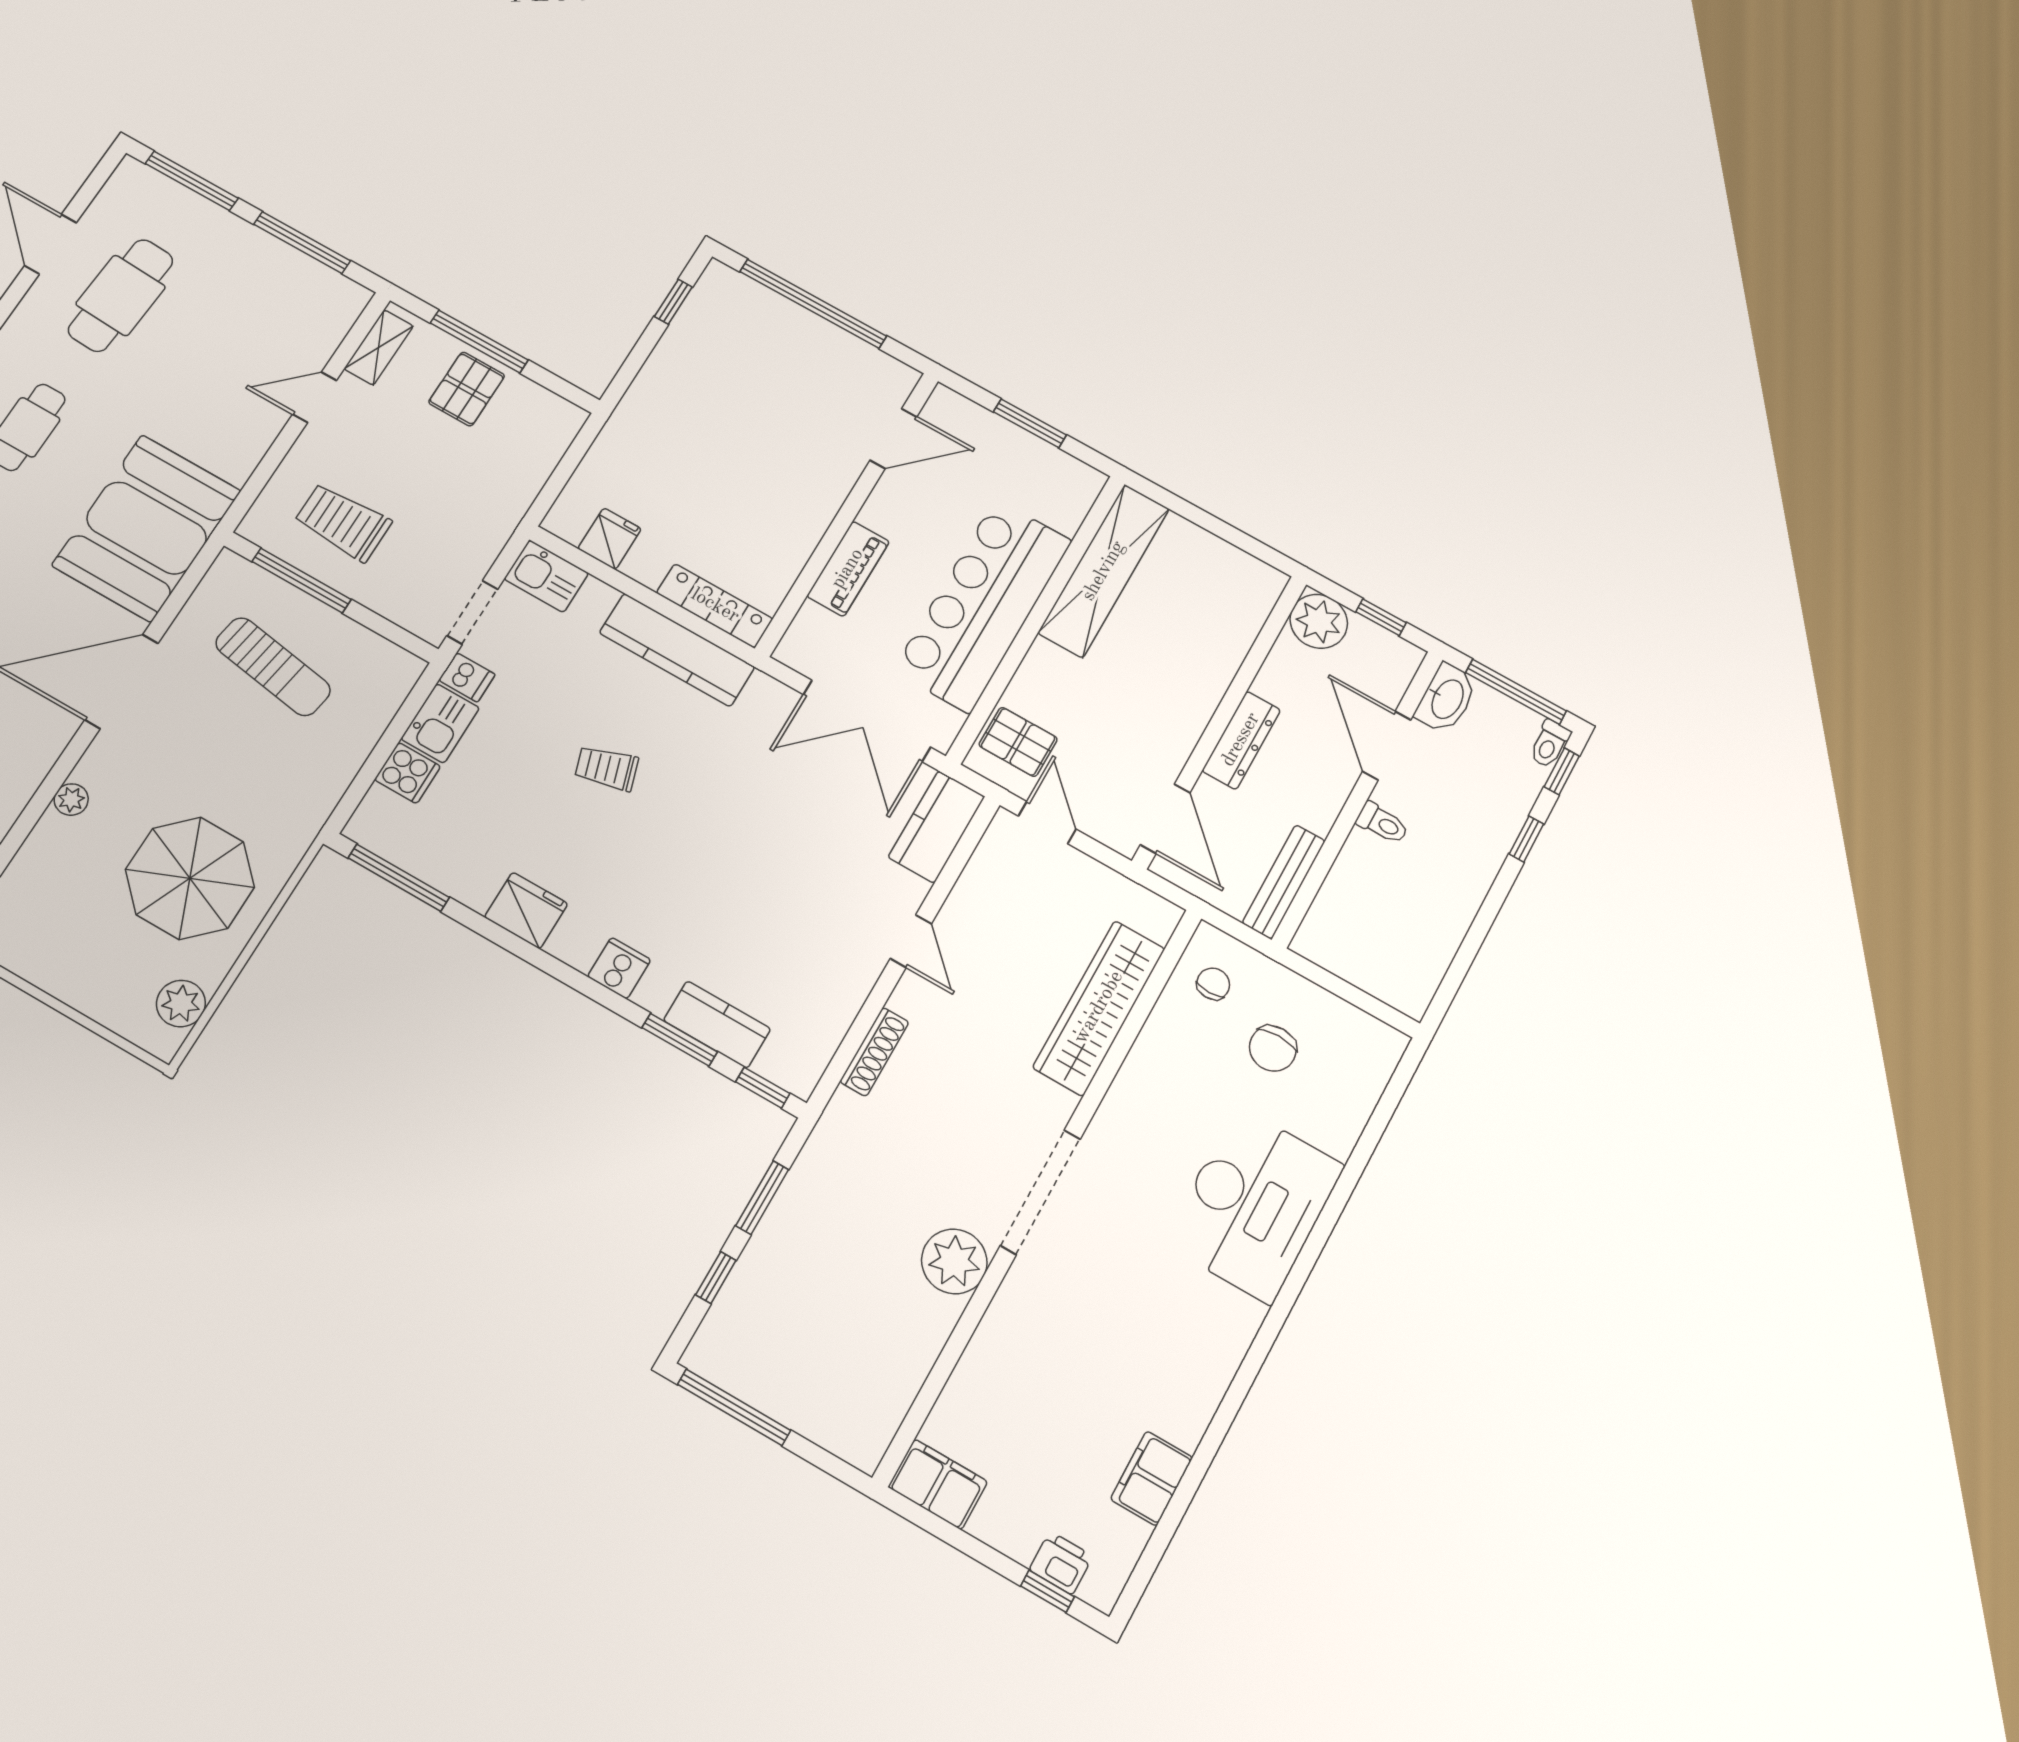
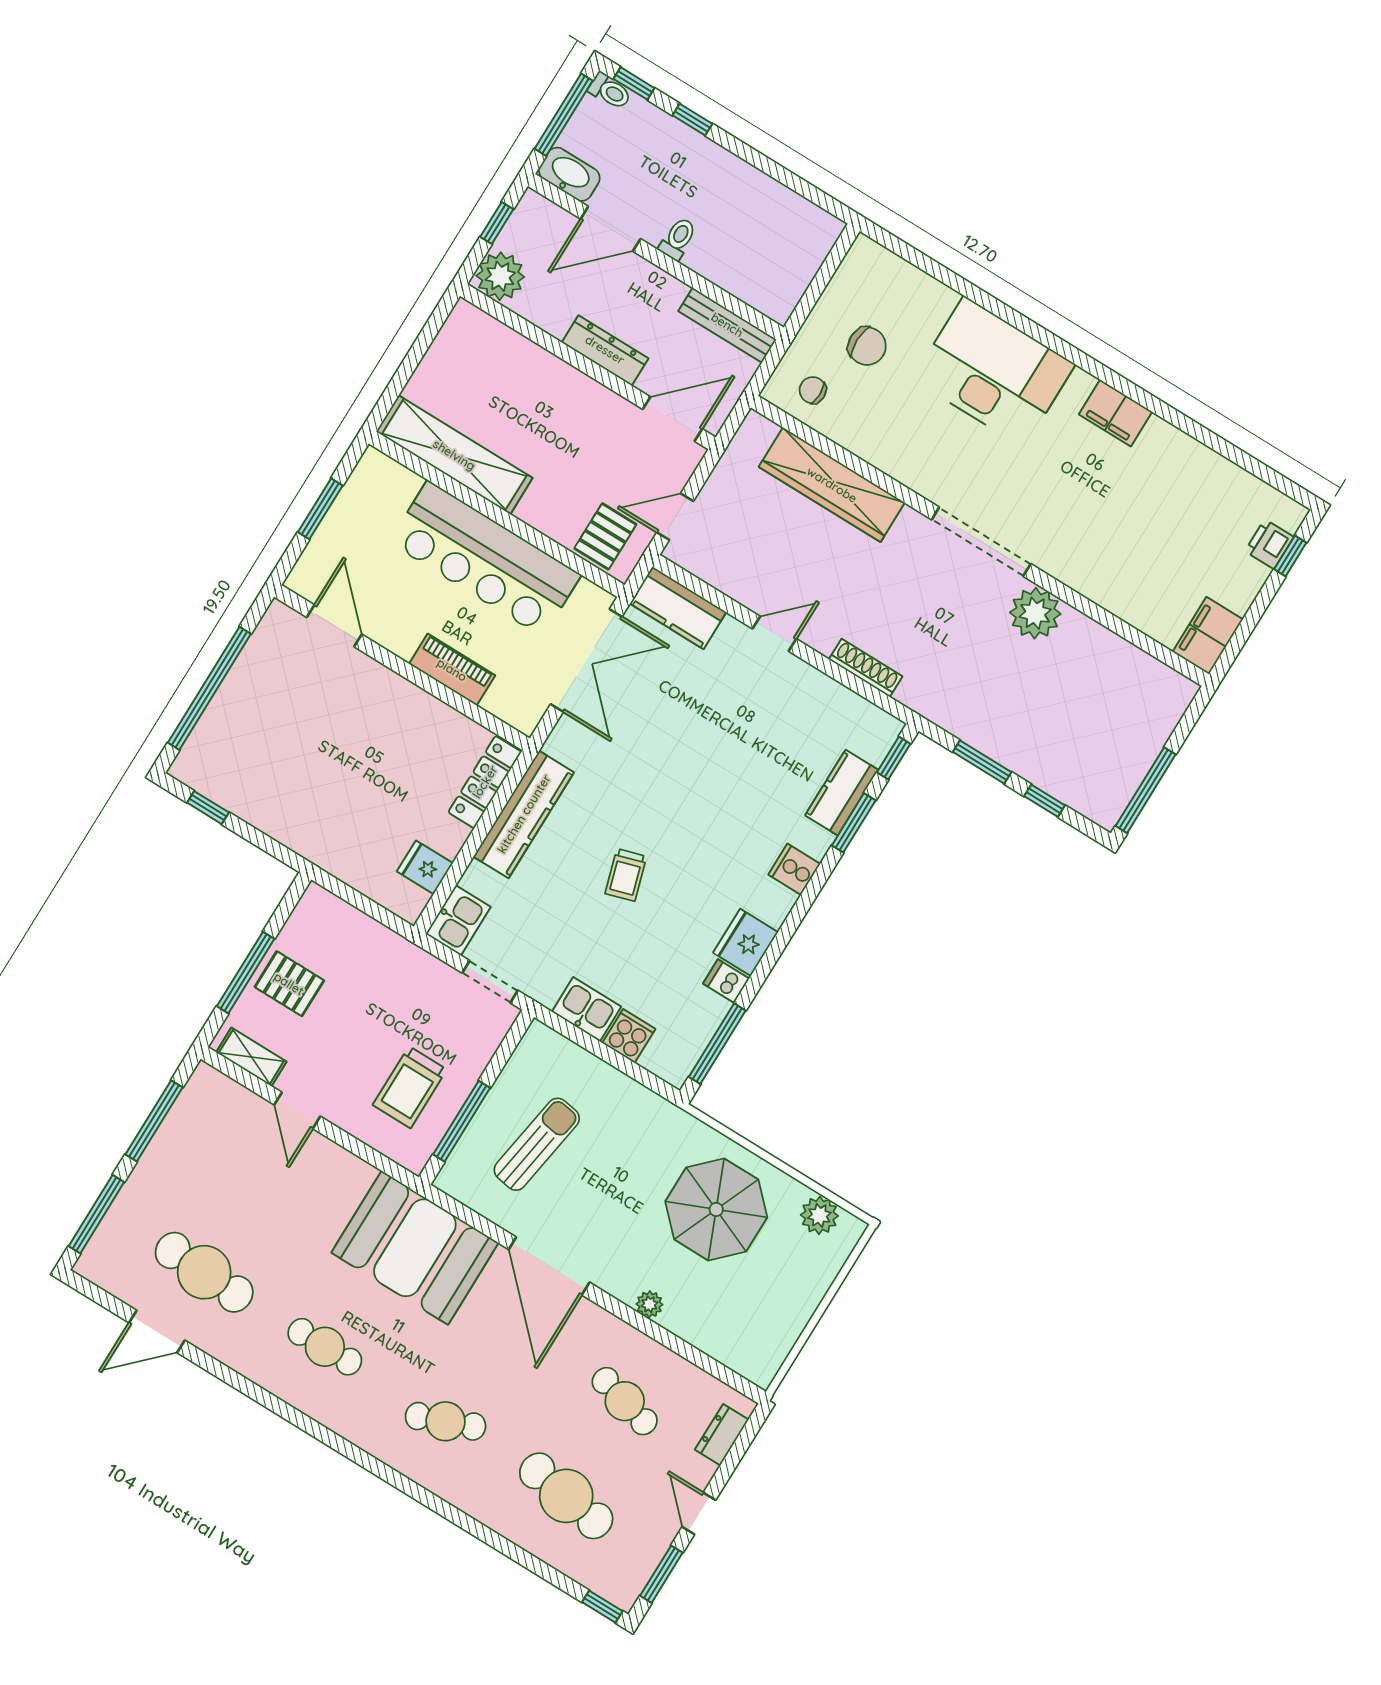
dishwasher: (467, 677) -> (726, 981), moved, turned -90
filing cabinet: (1152, 1478) -> (1115, 413), moved

